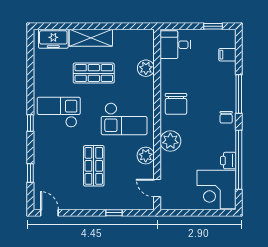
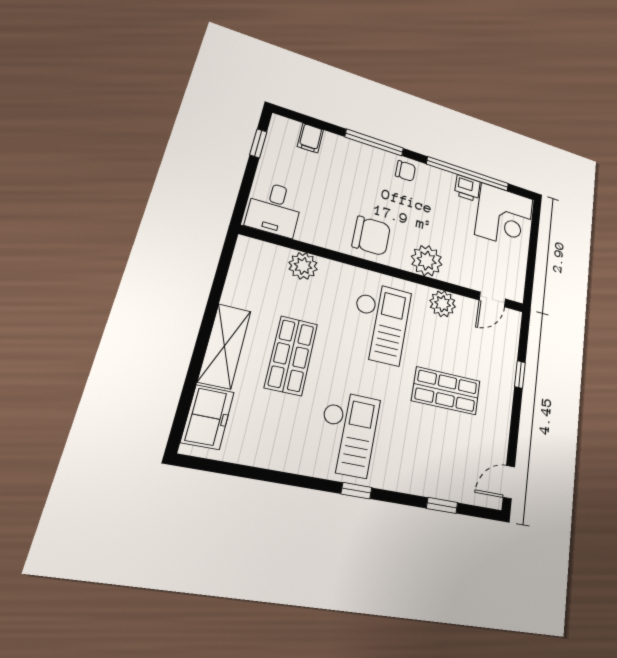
checkout: (59, 112) -> (347, 434), turned 180

